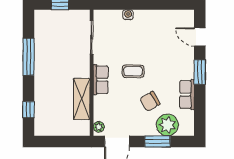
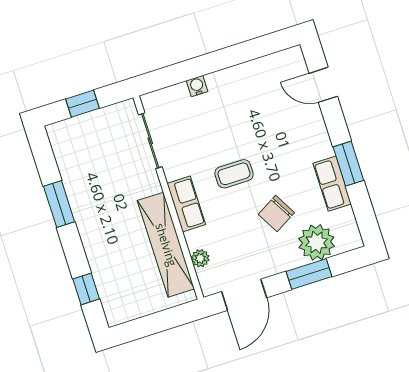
window: (29, 57) -> (59, 204), width x0.69
window: (200, 72) -> (348, 164), moved
shelving: (82, 99) -> (166, 245), width x1.47
plant: (99, 127) -> (200, 258), moved

